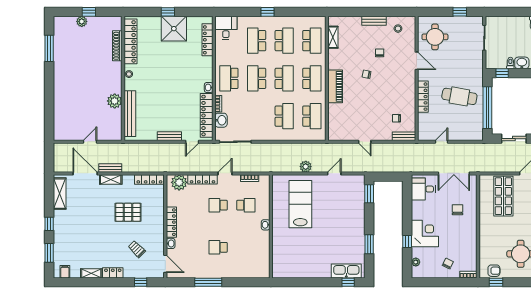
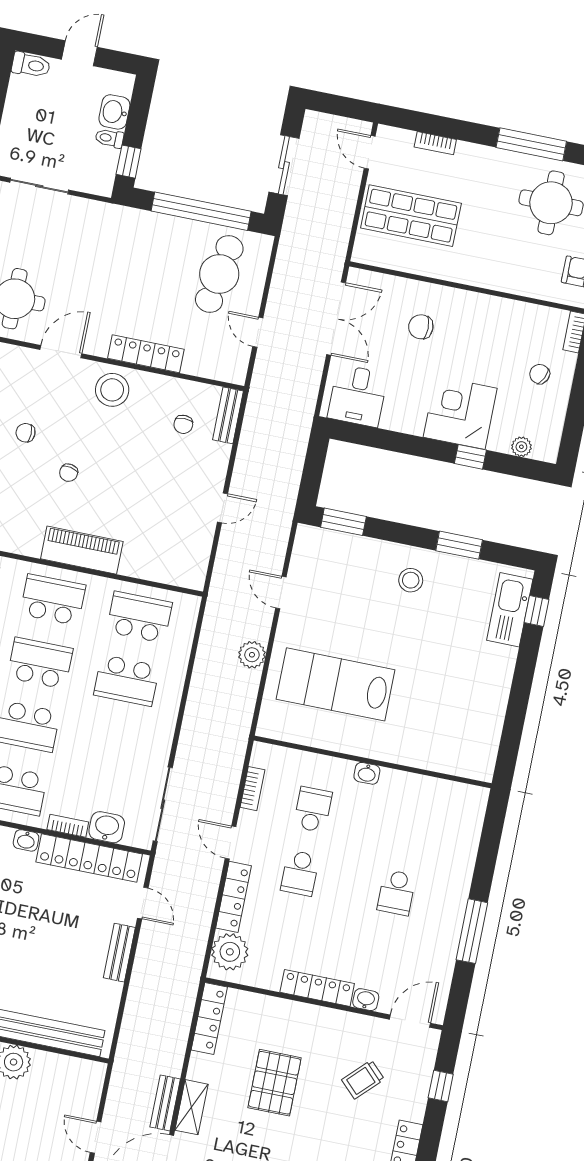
stool: (405, 86) -> (112, 390), added
cafe table: (459, 96) -> (219, 274), moved
school desk: (284, 116) -> (127, 681), turned 180
stool: (350, 227) -> (411, 580), added

